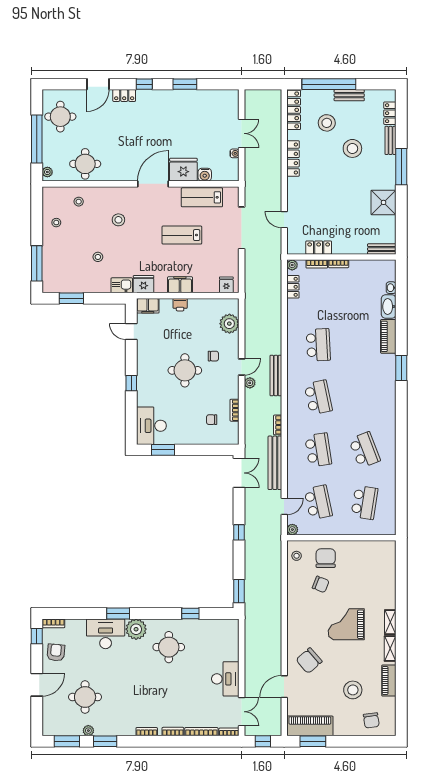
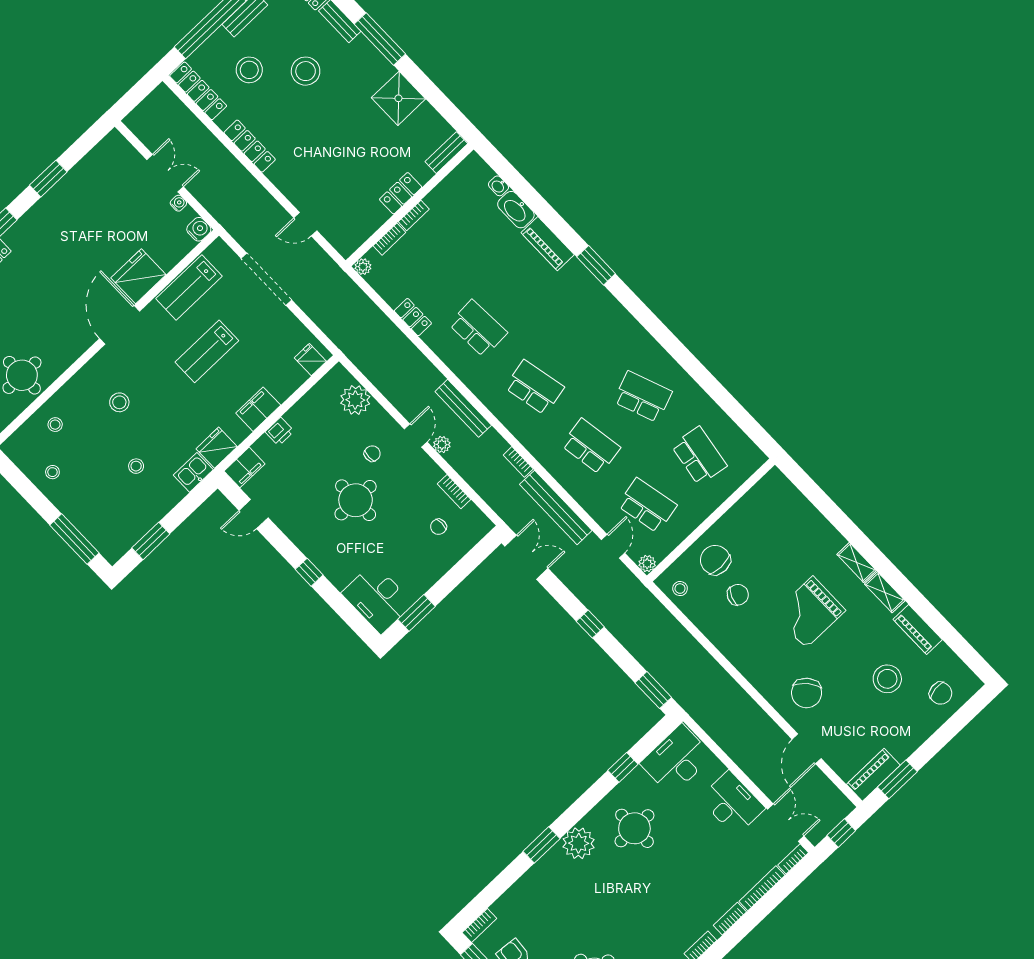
water cooler: (205, 175) -> (199, 229), moved, turned -90
locker: (319, 248) -> (401, 193), moved
locker: (293, 287) -> (413, 317), moved
desk: (106, 634) -> (676, 760), moved
piano: (310, 726) -> (873, 775), width x0.73, depth x0.75

